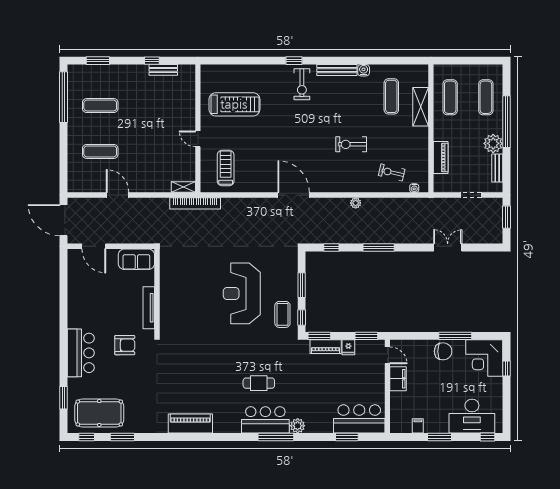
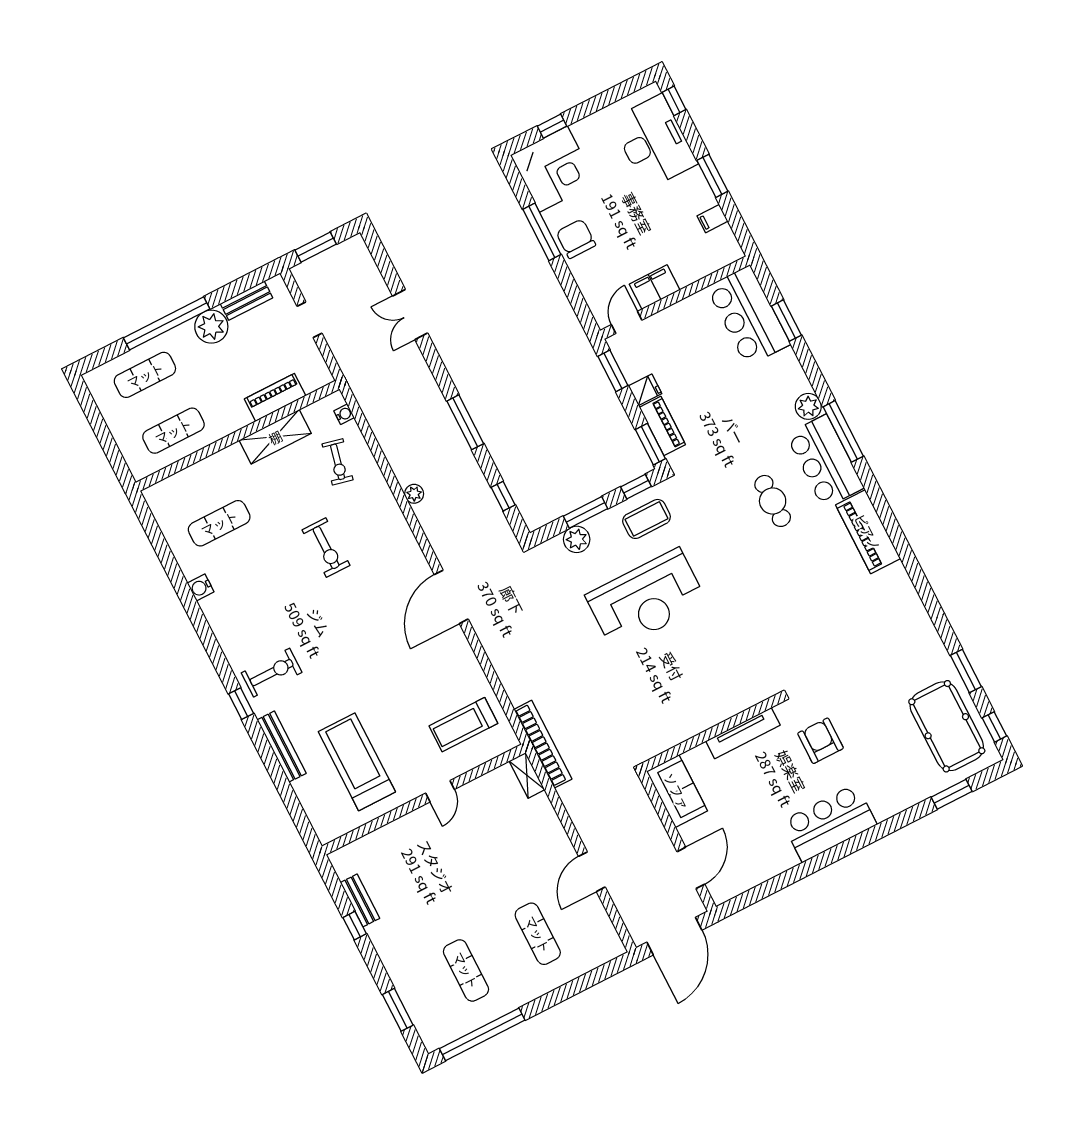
bench: (337, 70) -> (282, 747), moved
shelving: (421, 107) -> (275, 437), moved
plant: (290, 274) -> (577, 539), added
bar counter: (81, 353) -> (829, 823), moved
piano: (190, 424) -> (868, 532), moved

